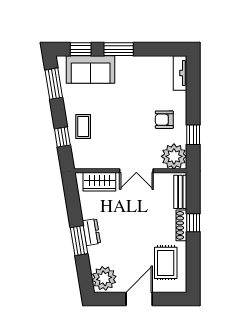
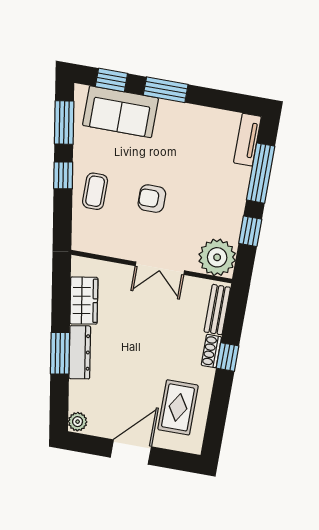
window: (193, 94) -> (261, 173), added
armchair: (164, 120) -> (152, 199), moved
window: (62, 137) -> (63, 175), moved
wardrobe: (99, 182) -> (84, 301), moved, turned -99
shoe rack: (181, 225) -> (211, 351), width x0.70
dresser: (91, 232) -> (80, 352), width x1.44
plant: (104, 278) -> (78, 422), width x0.53, depth x0.53

